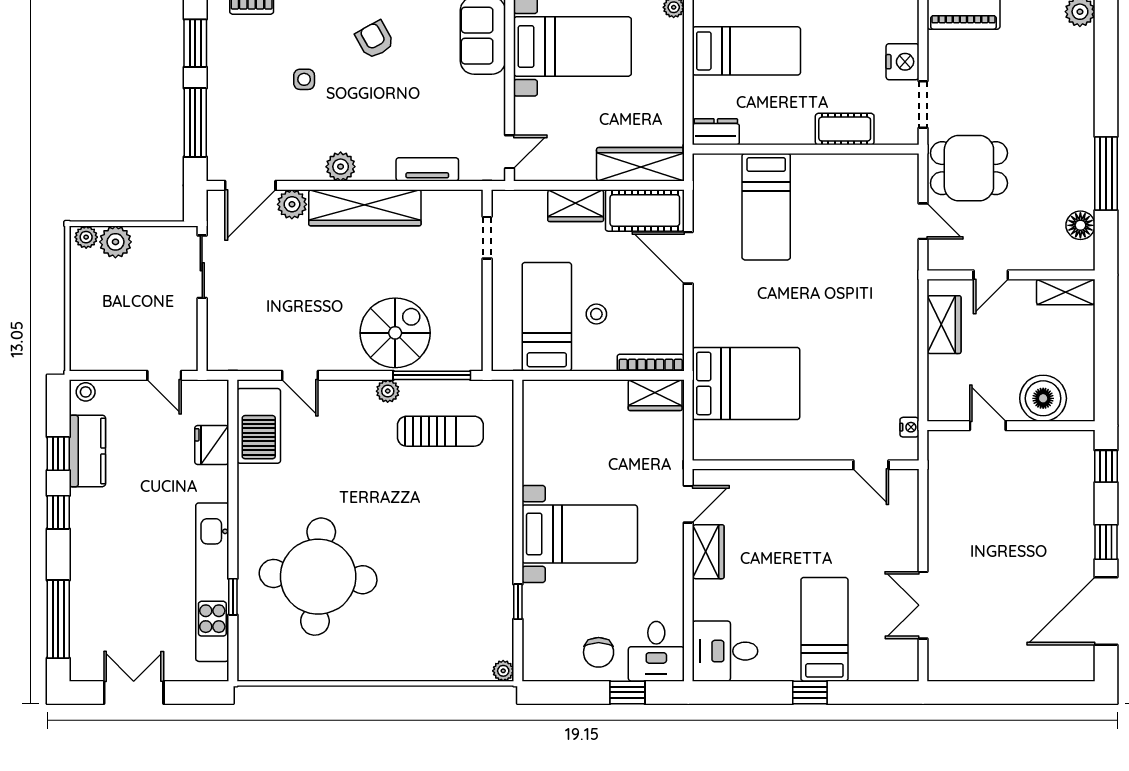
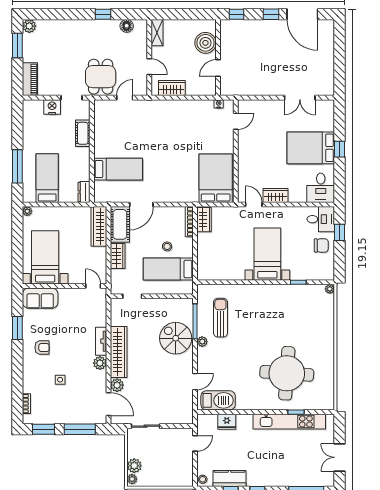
armchair: (375, 40) -> (42, 348), turned -151
tv unit: (427, 169) -> (101, 341), moved
window: (1106, 174) -> (103, 14), width x0.46
bed: (746, 383) -> (216, 178), moved
bed: (824, 629) -> (311, 148), width x1.50

